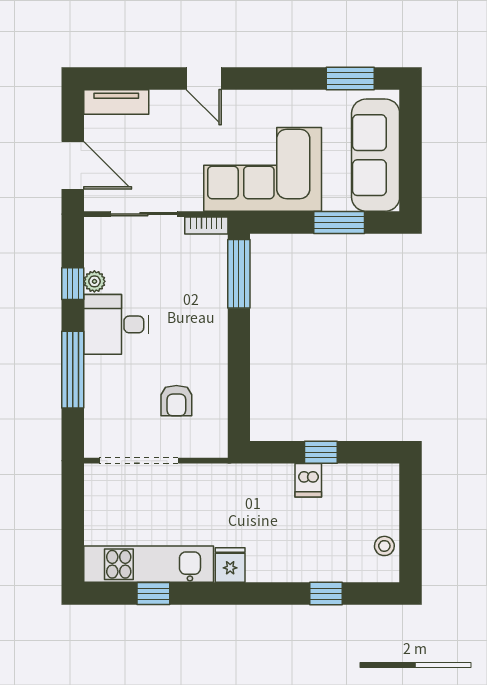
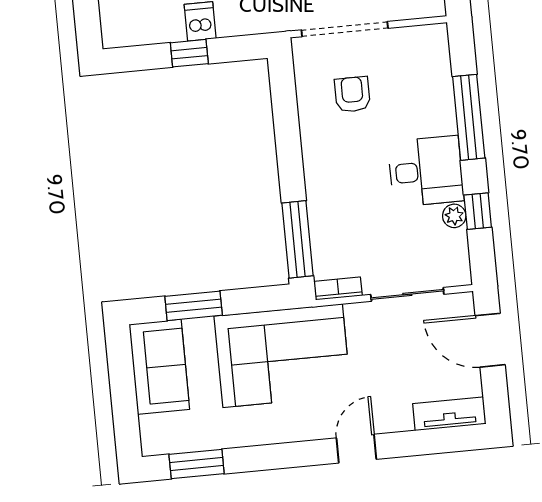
door: (204, 78) -> (356, 449), hinge flipped
sofa: (376, 155) -> (159, 367), width x0.73
doorway: (139, 461) -> (345, 29), moved

